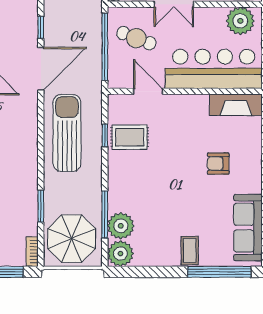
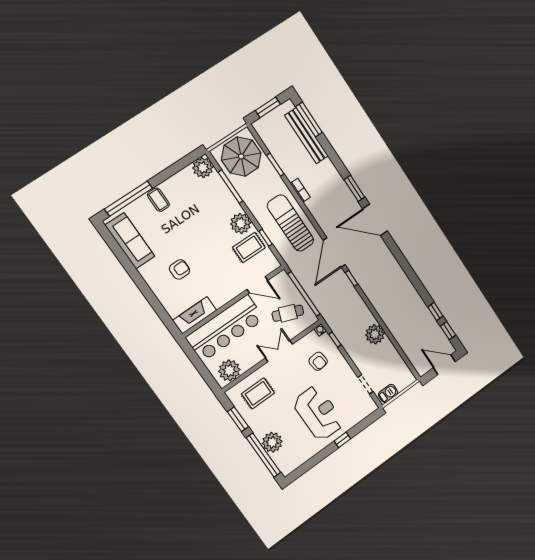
sun lounger: (67, 133) -> (290, 223), turned 180
plant: (121, 226) -> (241, 223), moved
bookcase: (32, 252) -> (300, 190), moved

